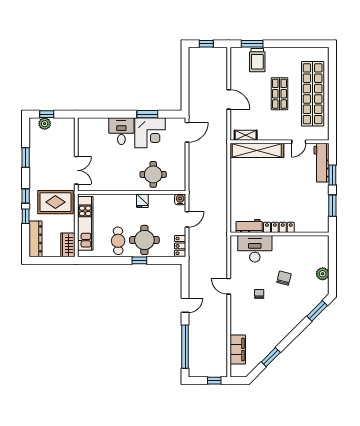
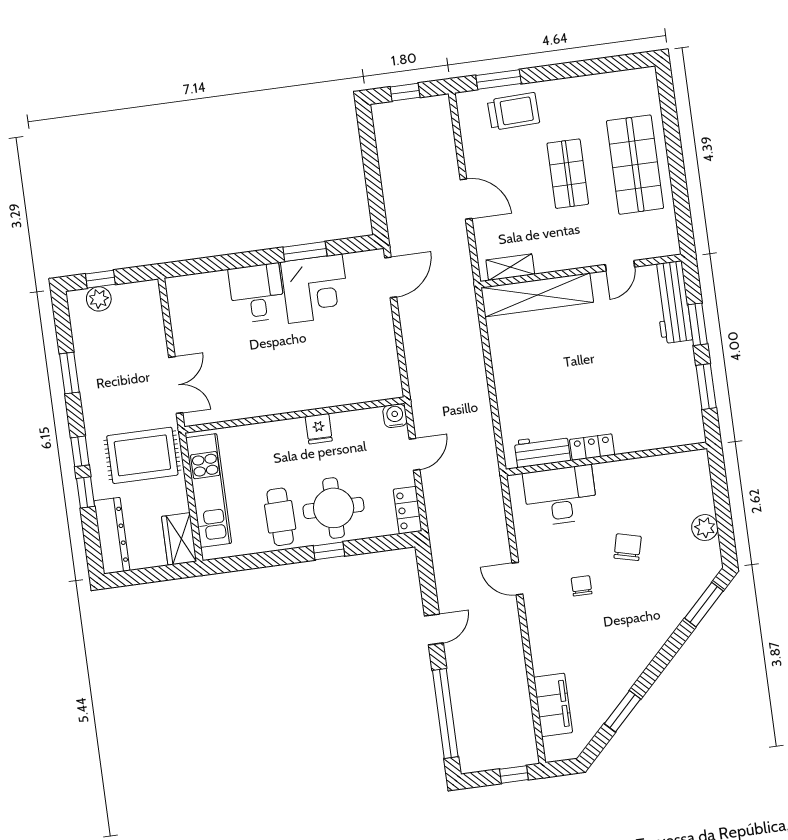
trolley: (257, 60) -> (513, 111), turned -92
shop shelf: (313, 94) -> (635, 165), width x0.71
round table: (153, 174) -> (333, 372), removed
locker: (279, 227) -> (592, 447), width x0.66

